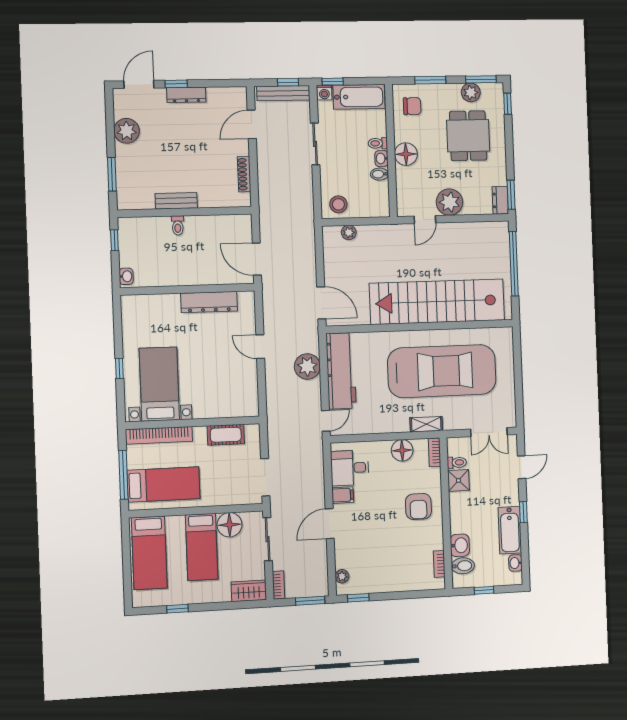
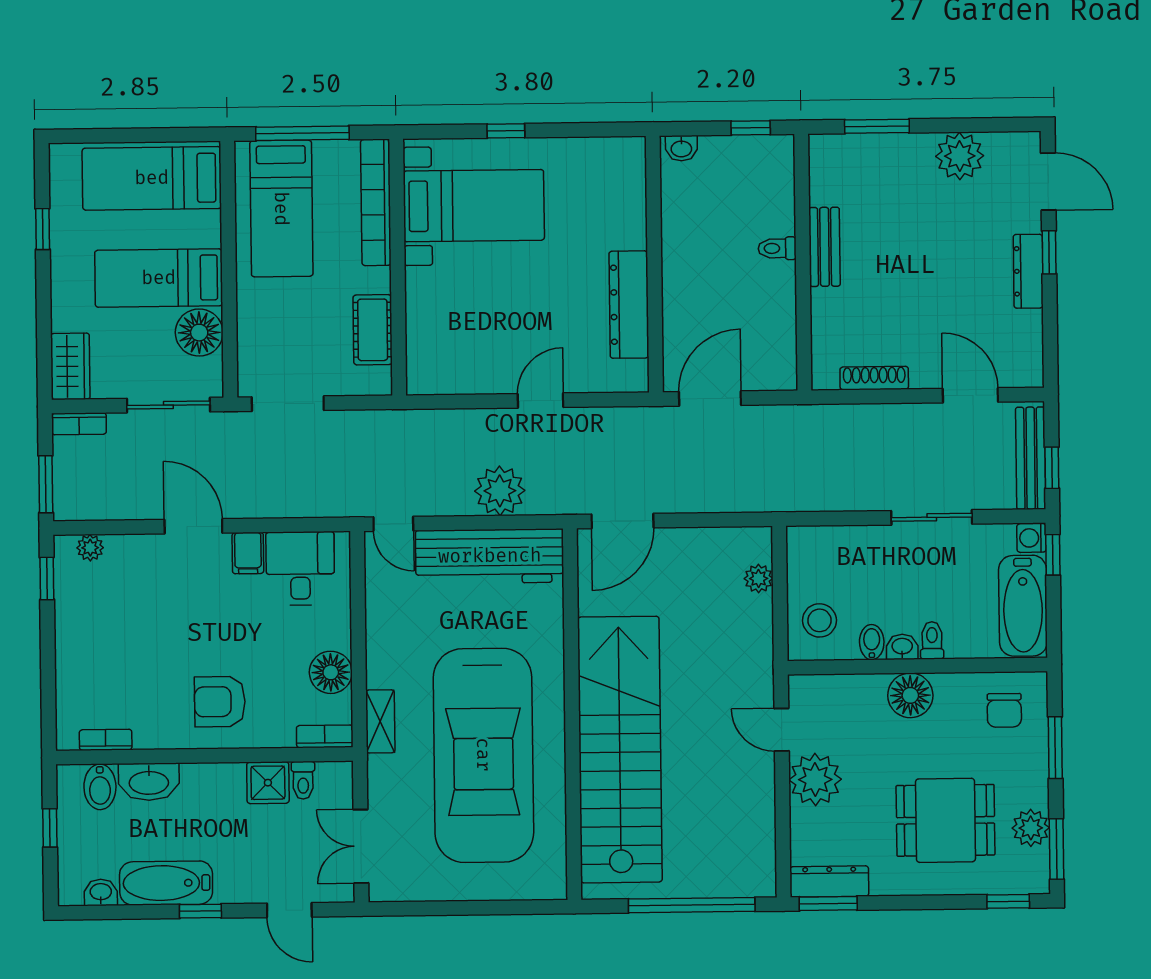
dresser: (500, 200) -> (829, 881), width x1.44
stool: (338, 204) -> (819, 620), moved
washbasin: (460, 545) -> (149, 782), width x1.38

